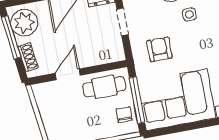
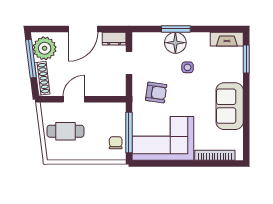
armchair: (159, 49) -> (156, 92), turned 98
shoe rack: (28, 57) -> (42, 78), width x1.43
cafe table: (104, 87) -> (65, 131), moved

